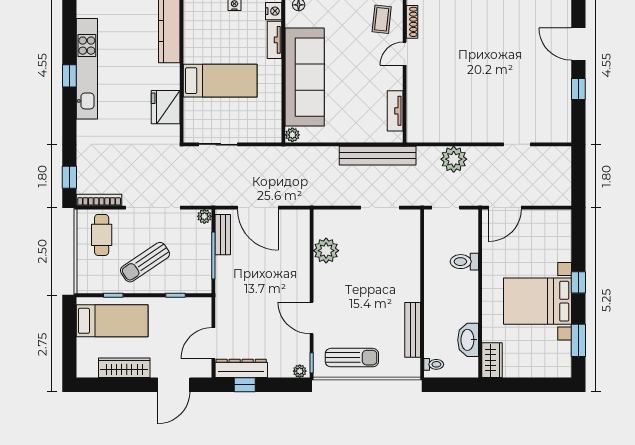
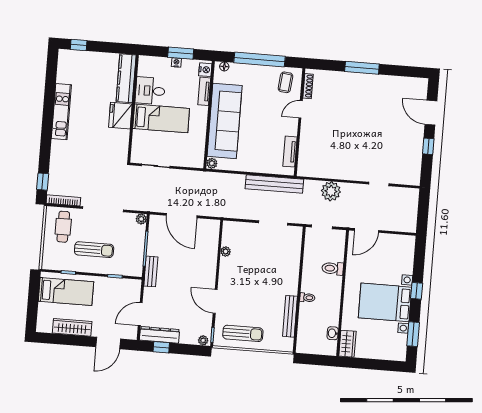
desk: (203, 45) -> (150, 91), added
kitchen unit: (87, 69) -> (61, 112), width x0.73
window: (69, 76) -> (49, 106), removed
fridge: (166, 107) -> (120, 116), moved
bench: (223, 235) -> (151, 271), moved
plant: (326, 251) -> (226, 251), width x0.53, depth x0.53
sun lounger: (145, 262) -> (94, 250), turned -146
washbasin: (468, 340) -> (333, 333), width x0.52, depth x0.69
toilet: (434, 364) -> (307, 298), moved

